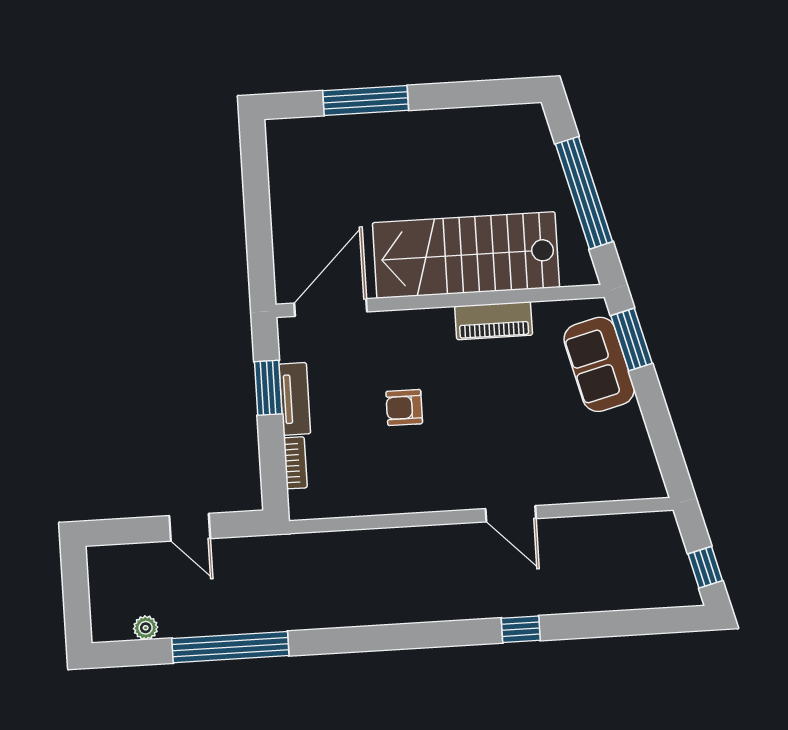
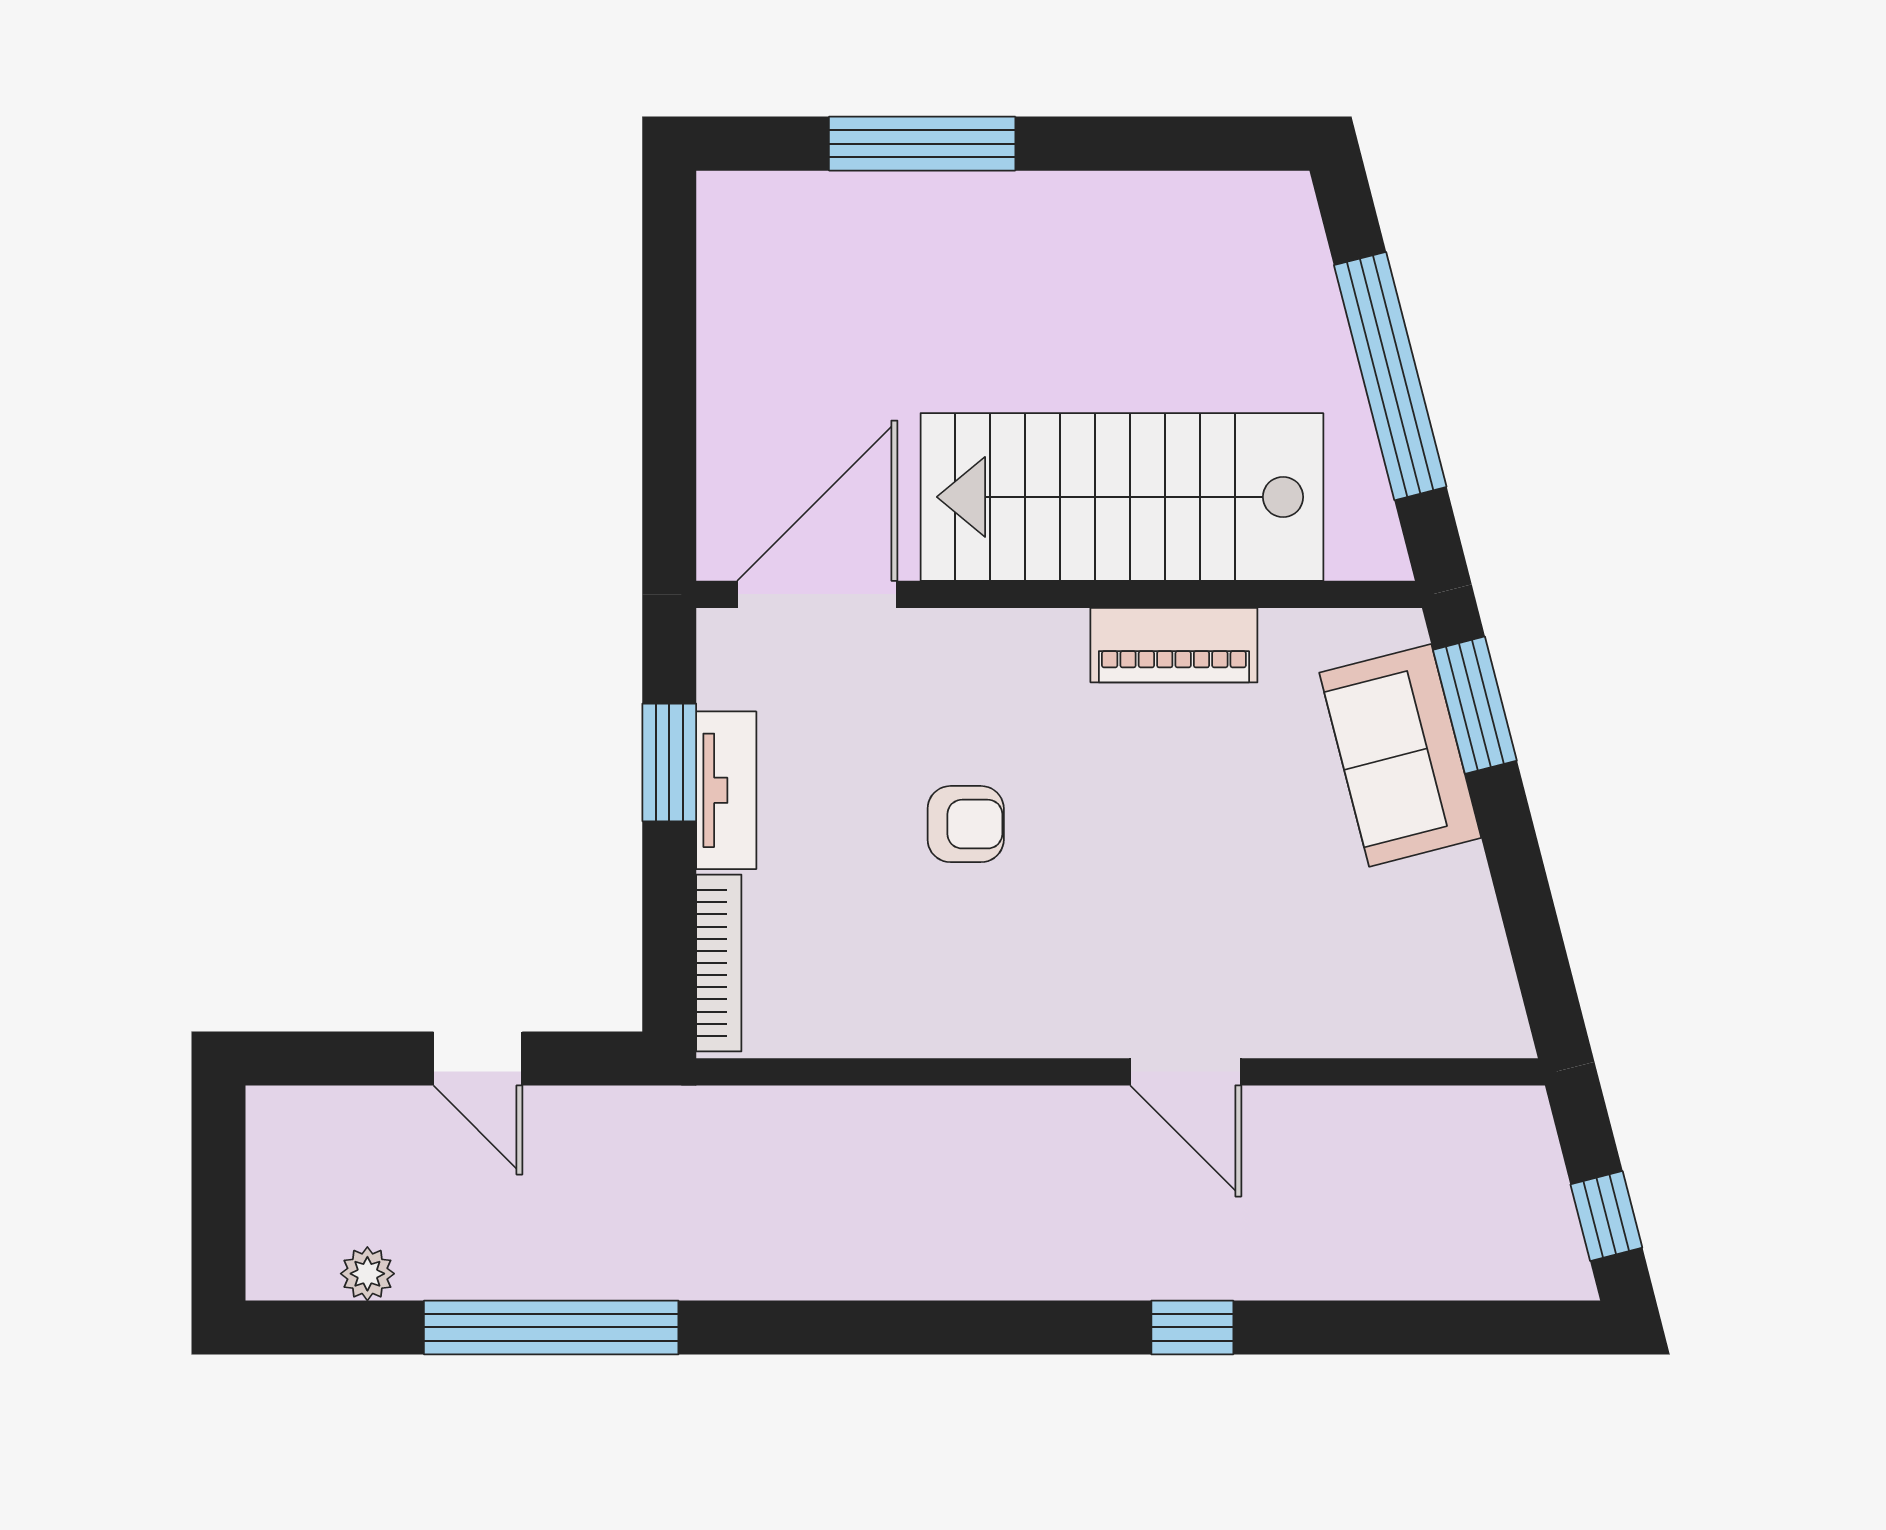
armchair: (404, 408) -> (966, 824), turned 180
bookcase: (295, 463) -> (719, 963), width x1.56

